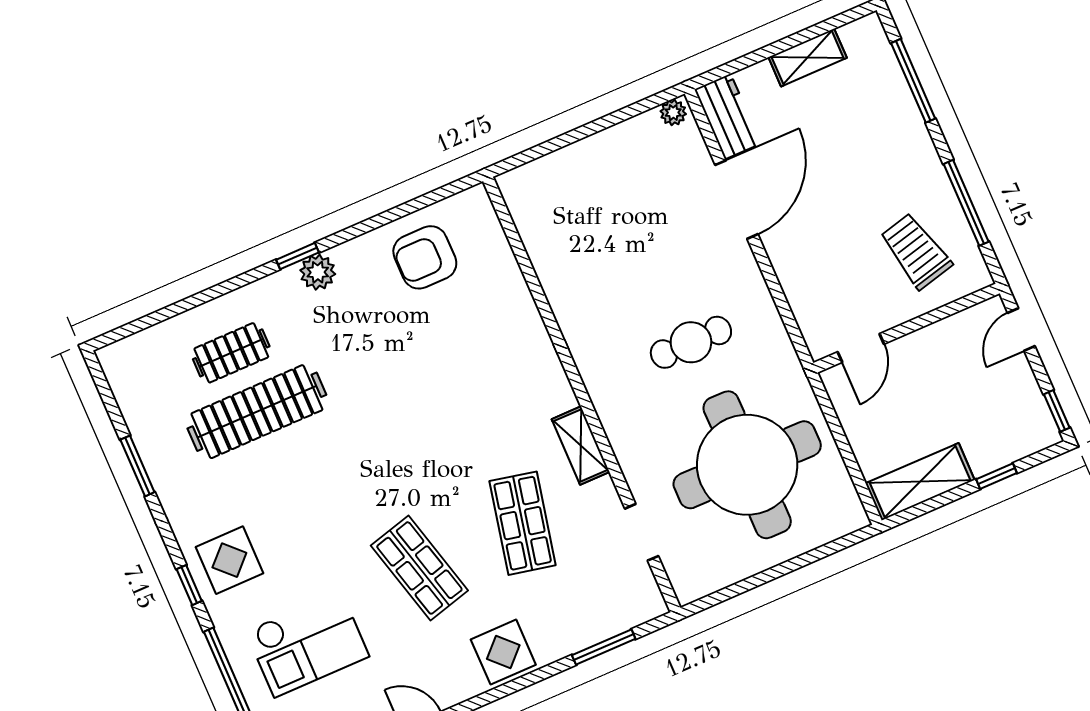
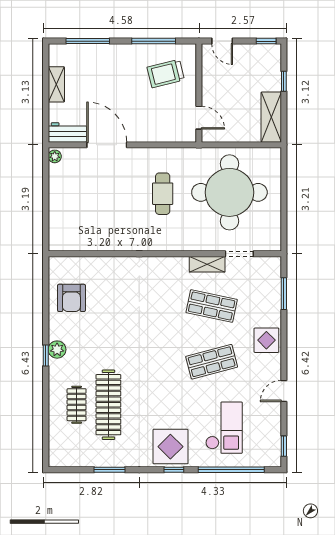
shelving: (581, 446) -> (207, 264), moved
display table: (229, 560) -> (170, 447), width x1.36, depth x1.36

